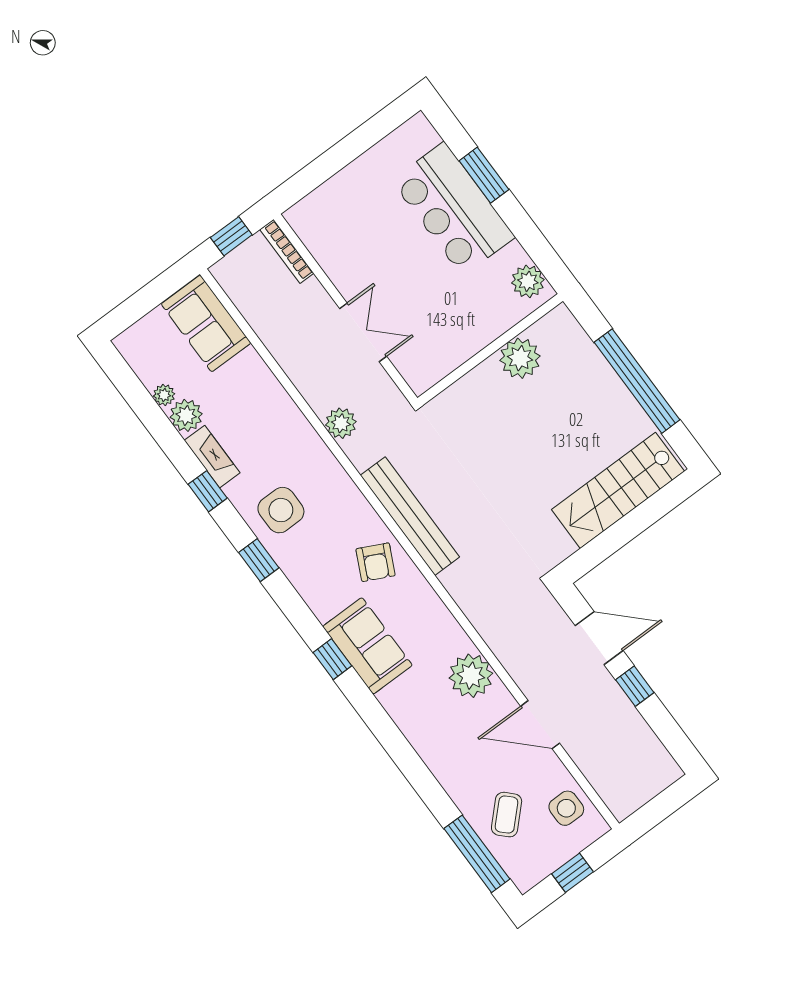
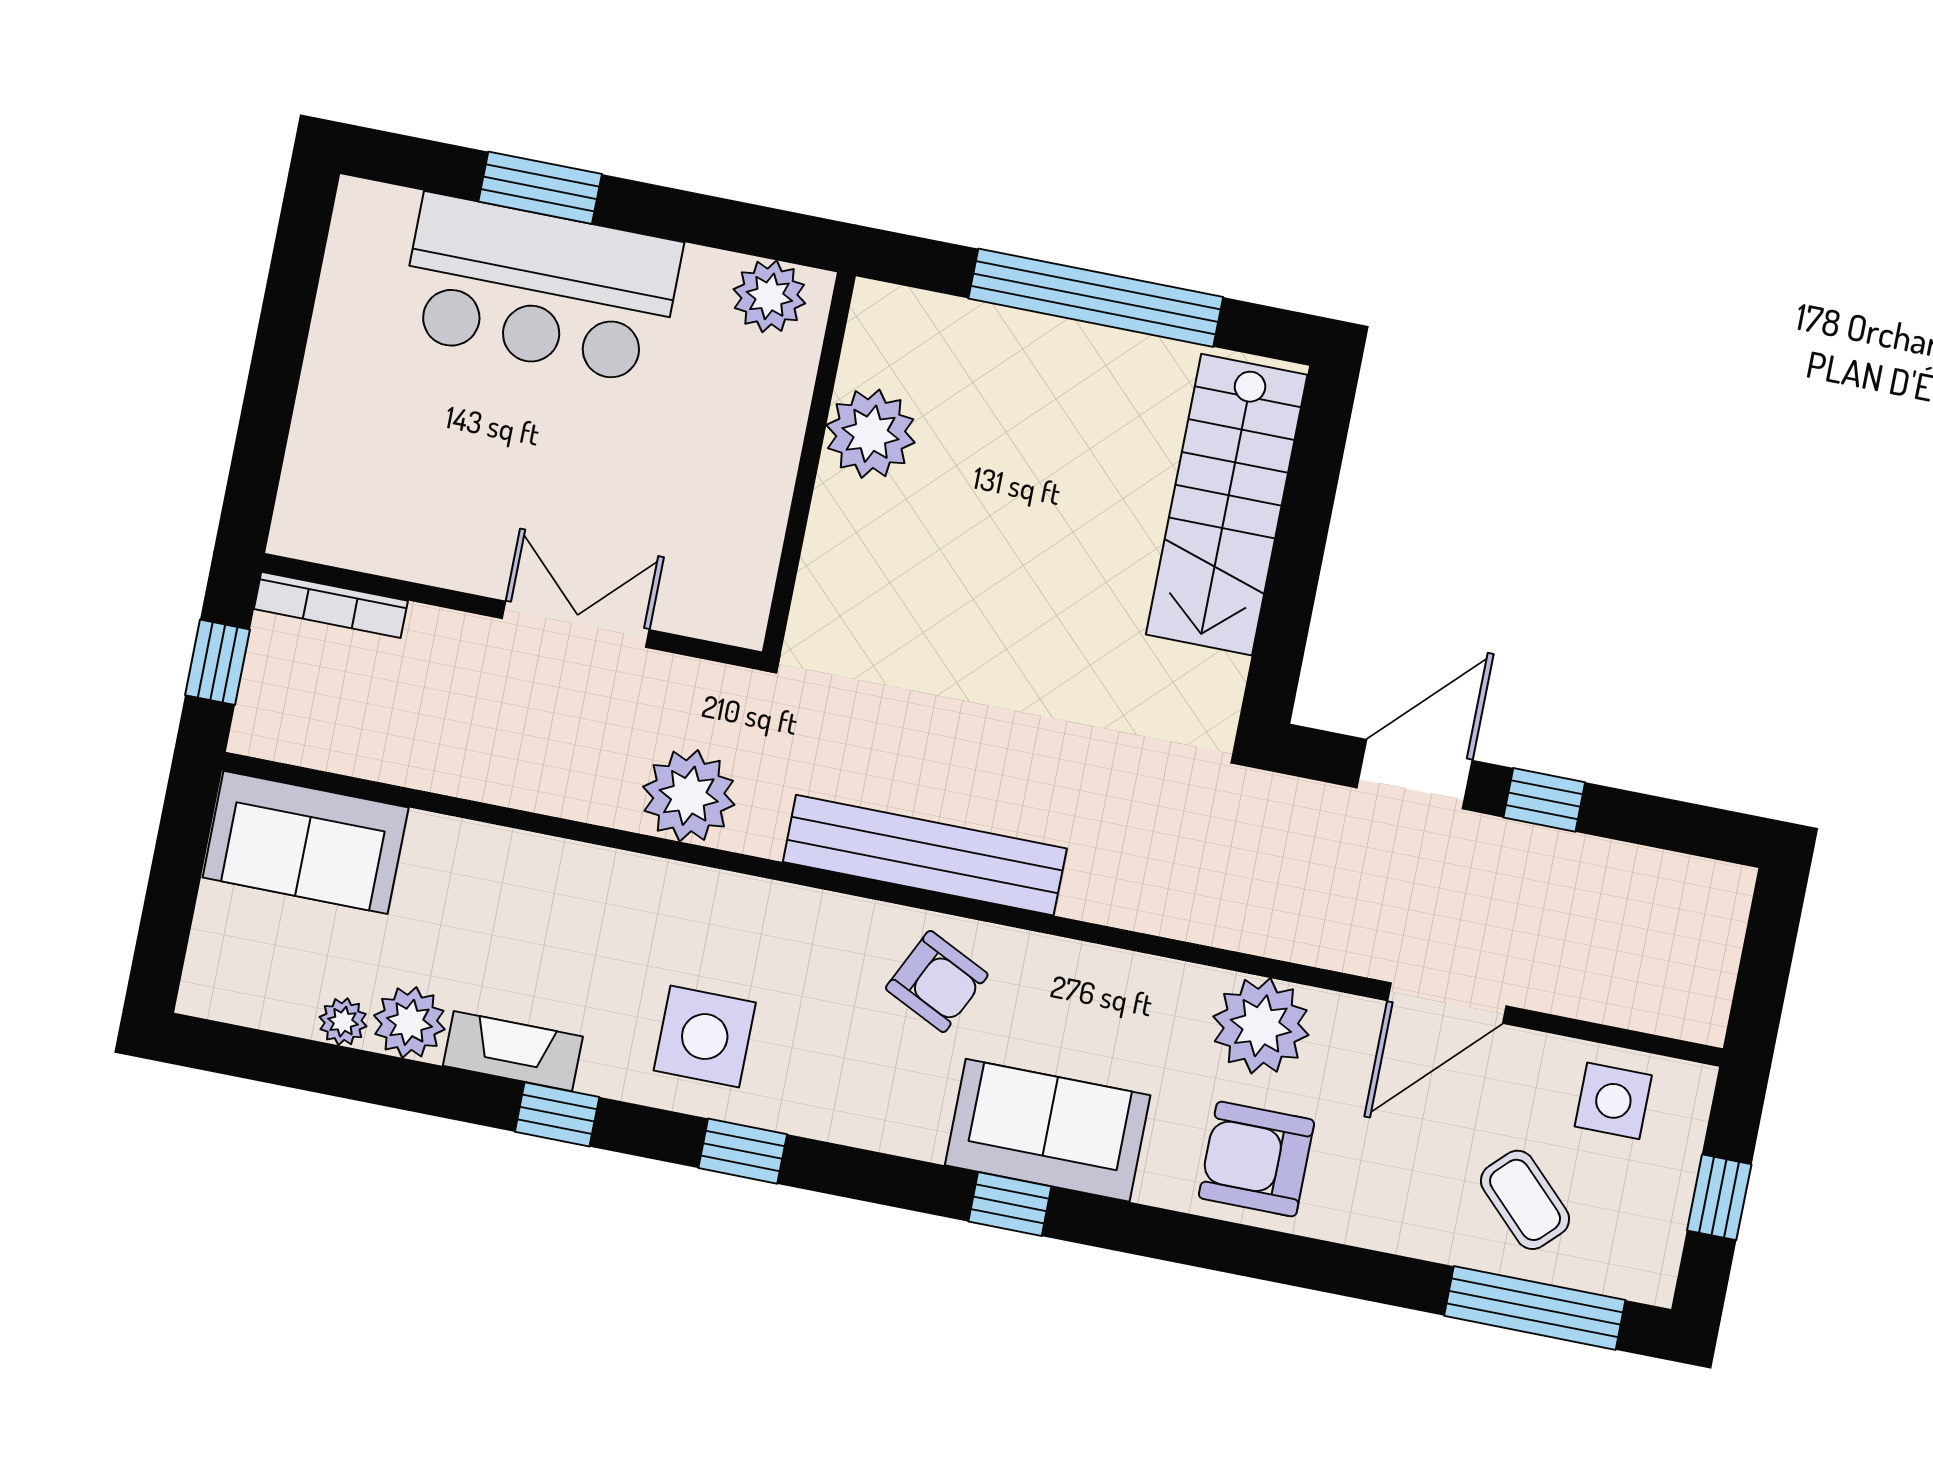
plant: (341, 423) -> (689, 796), width x1.36, depth x1.36
armchair: (429, 719) -> (1256, 1159), added

